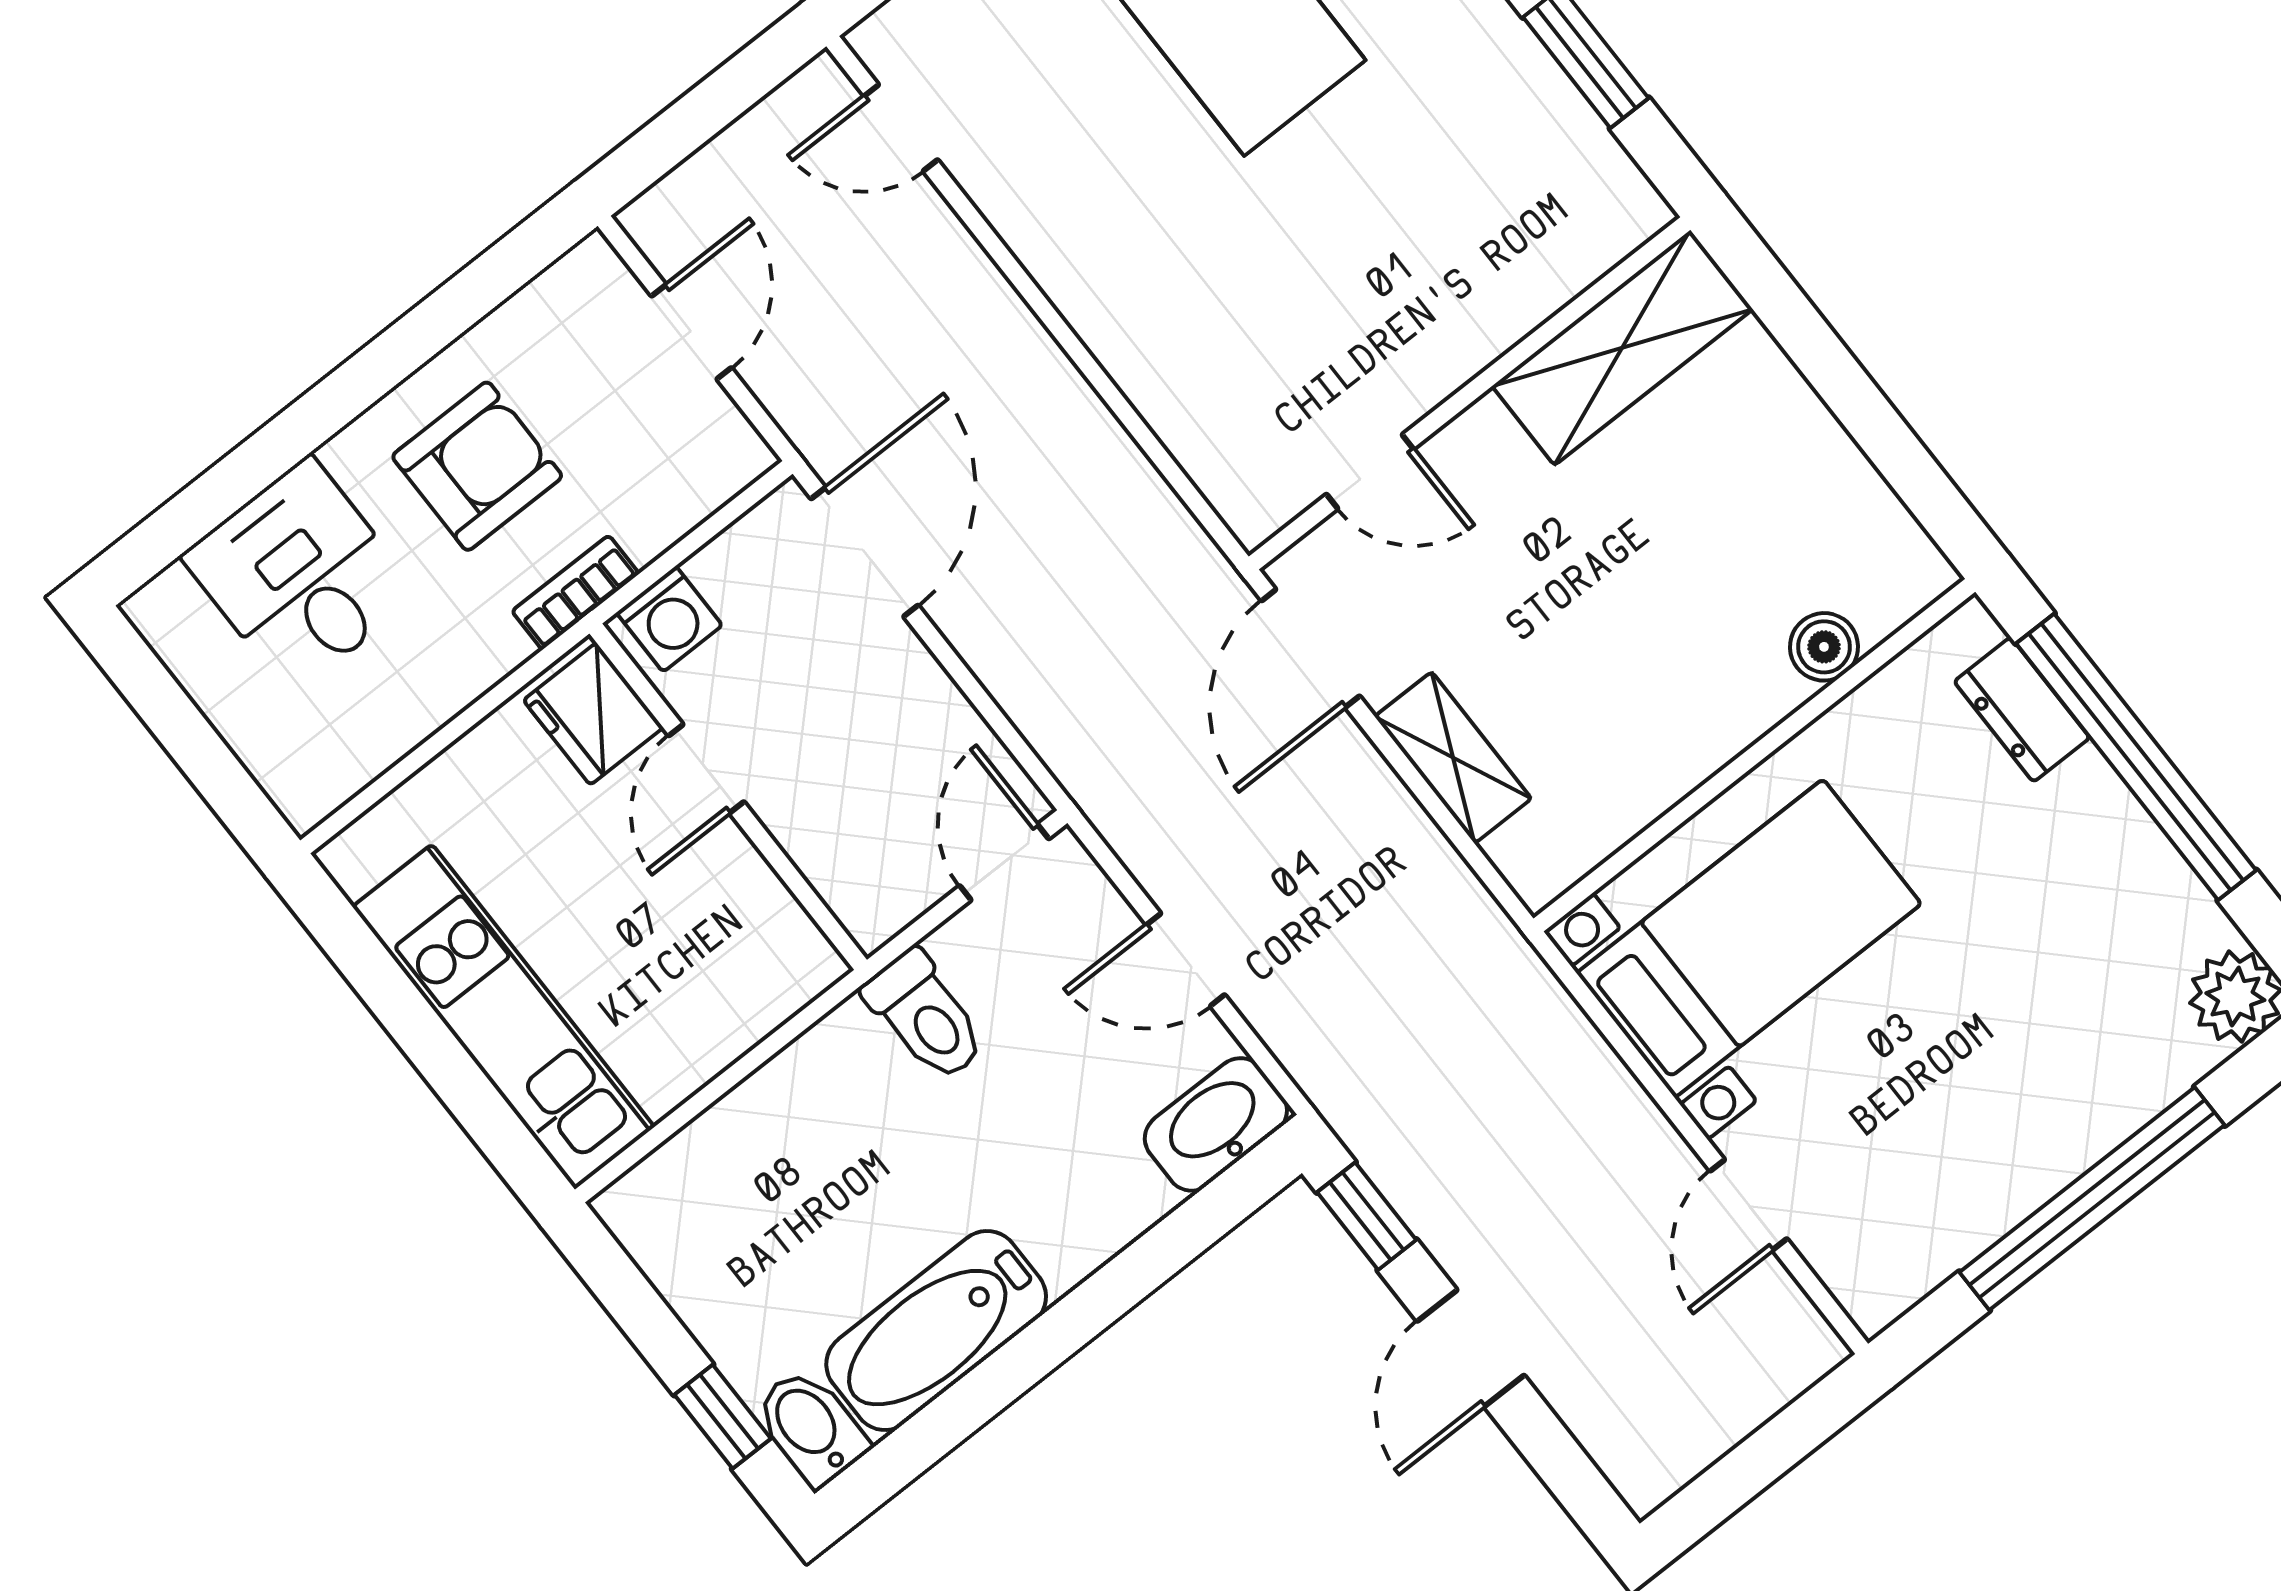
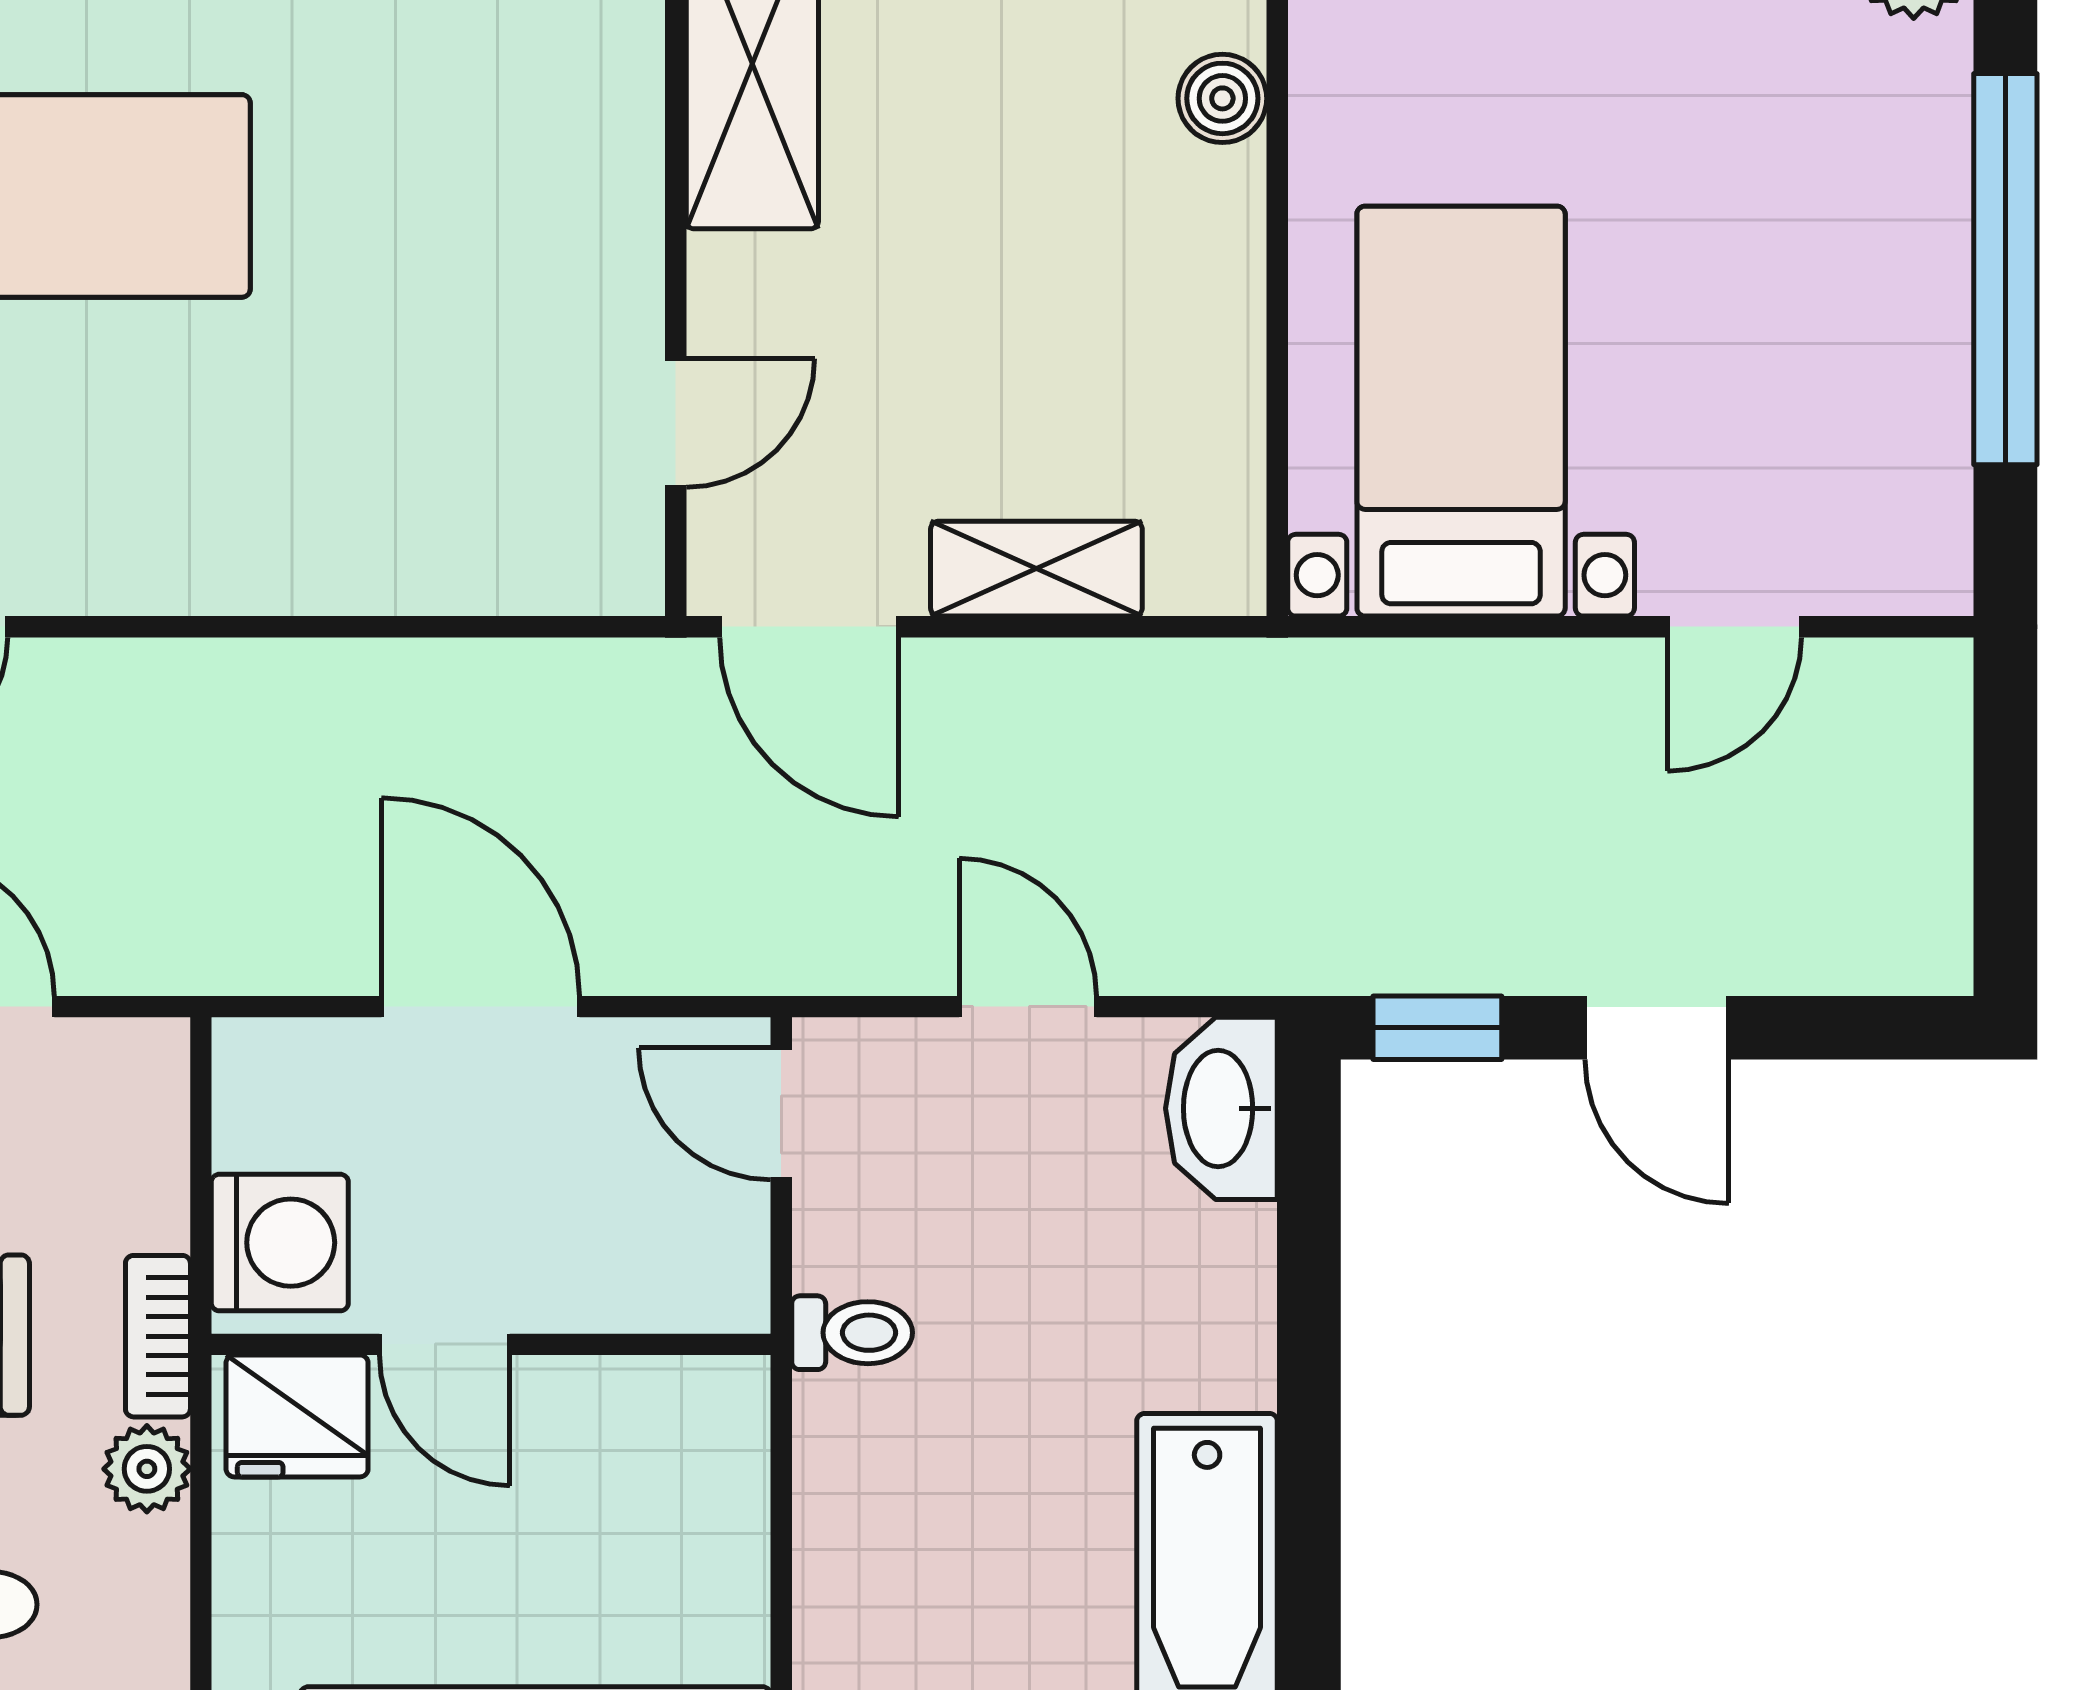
door: (865, 552) -> (480, 1007), moved
washing machine: (669, 619) -> (280, 1243), width x1.38, depth x1.38
plant: (490, 649) -> (147, 1469), added
door: (1186, 960) -> (1028, 1007), swing flipped
toilet: (925, 1016) -> (852, 1333), width x0.73, depth x0.72
door: (1749, 1205) -> (1734, 627), hinge flipped

